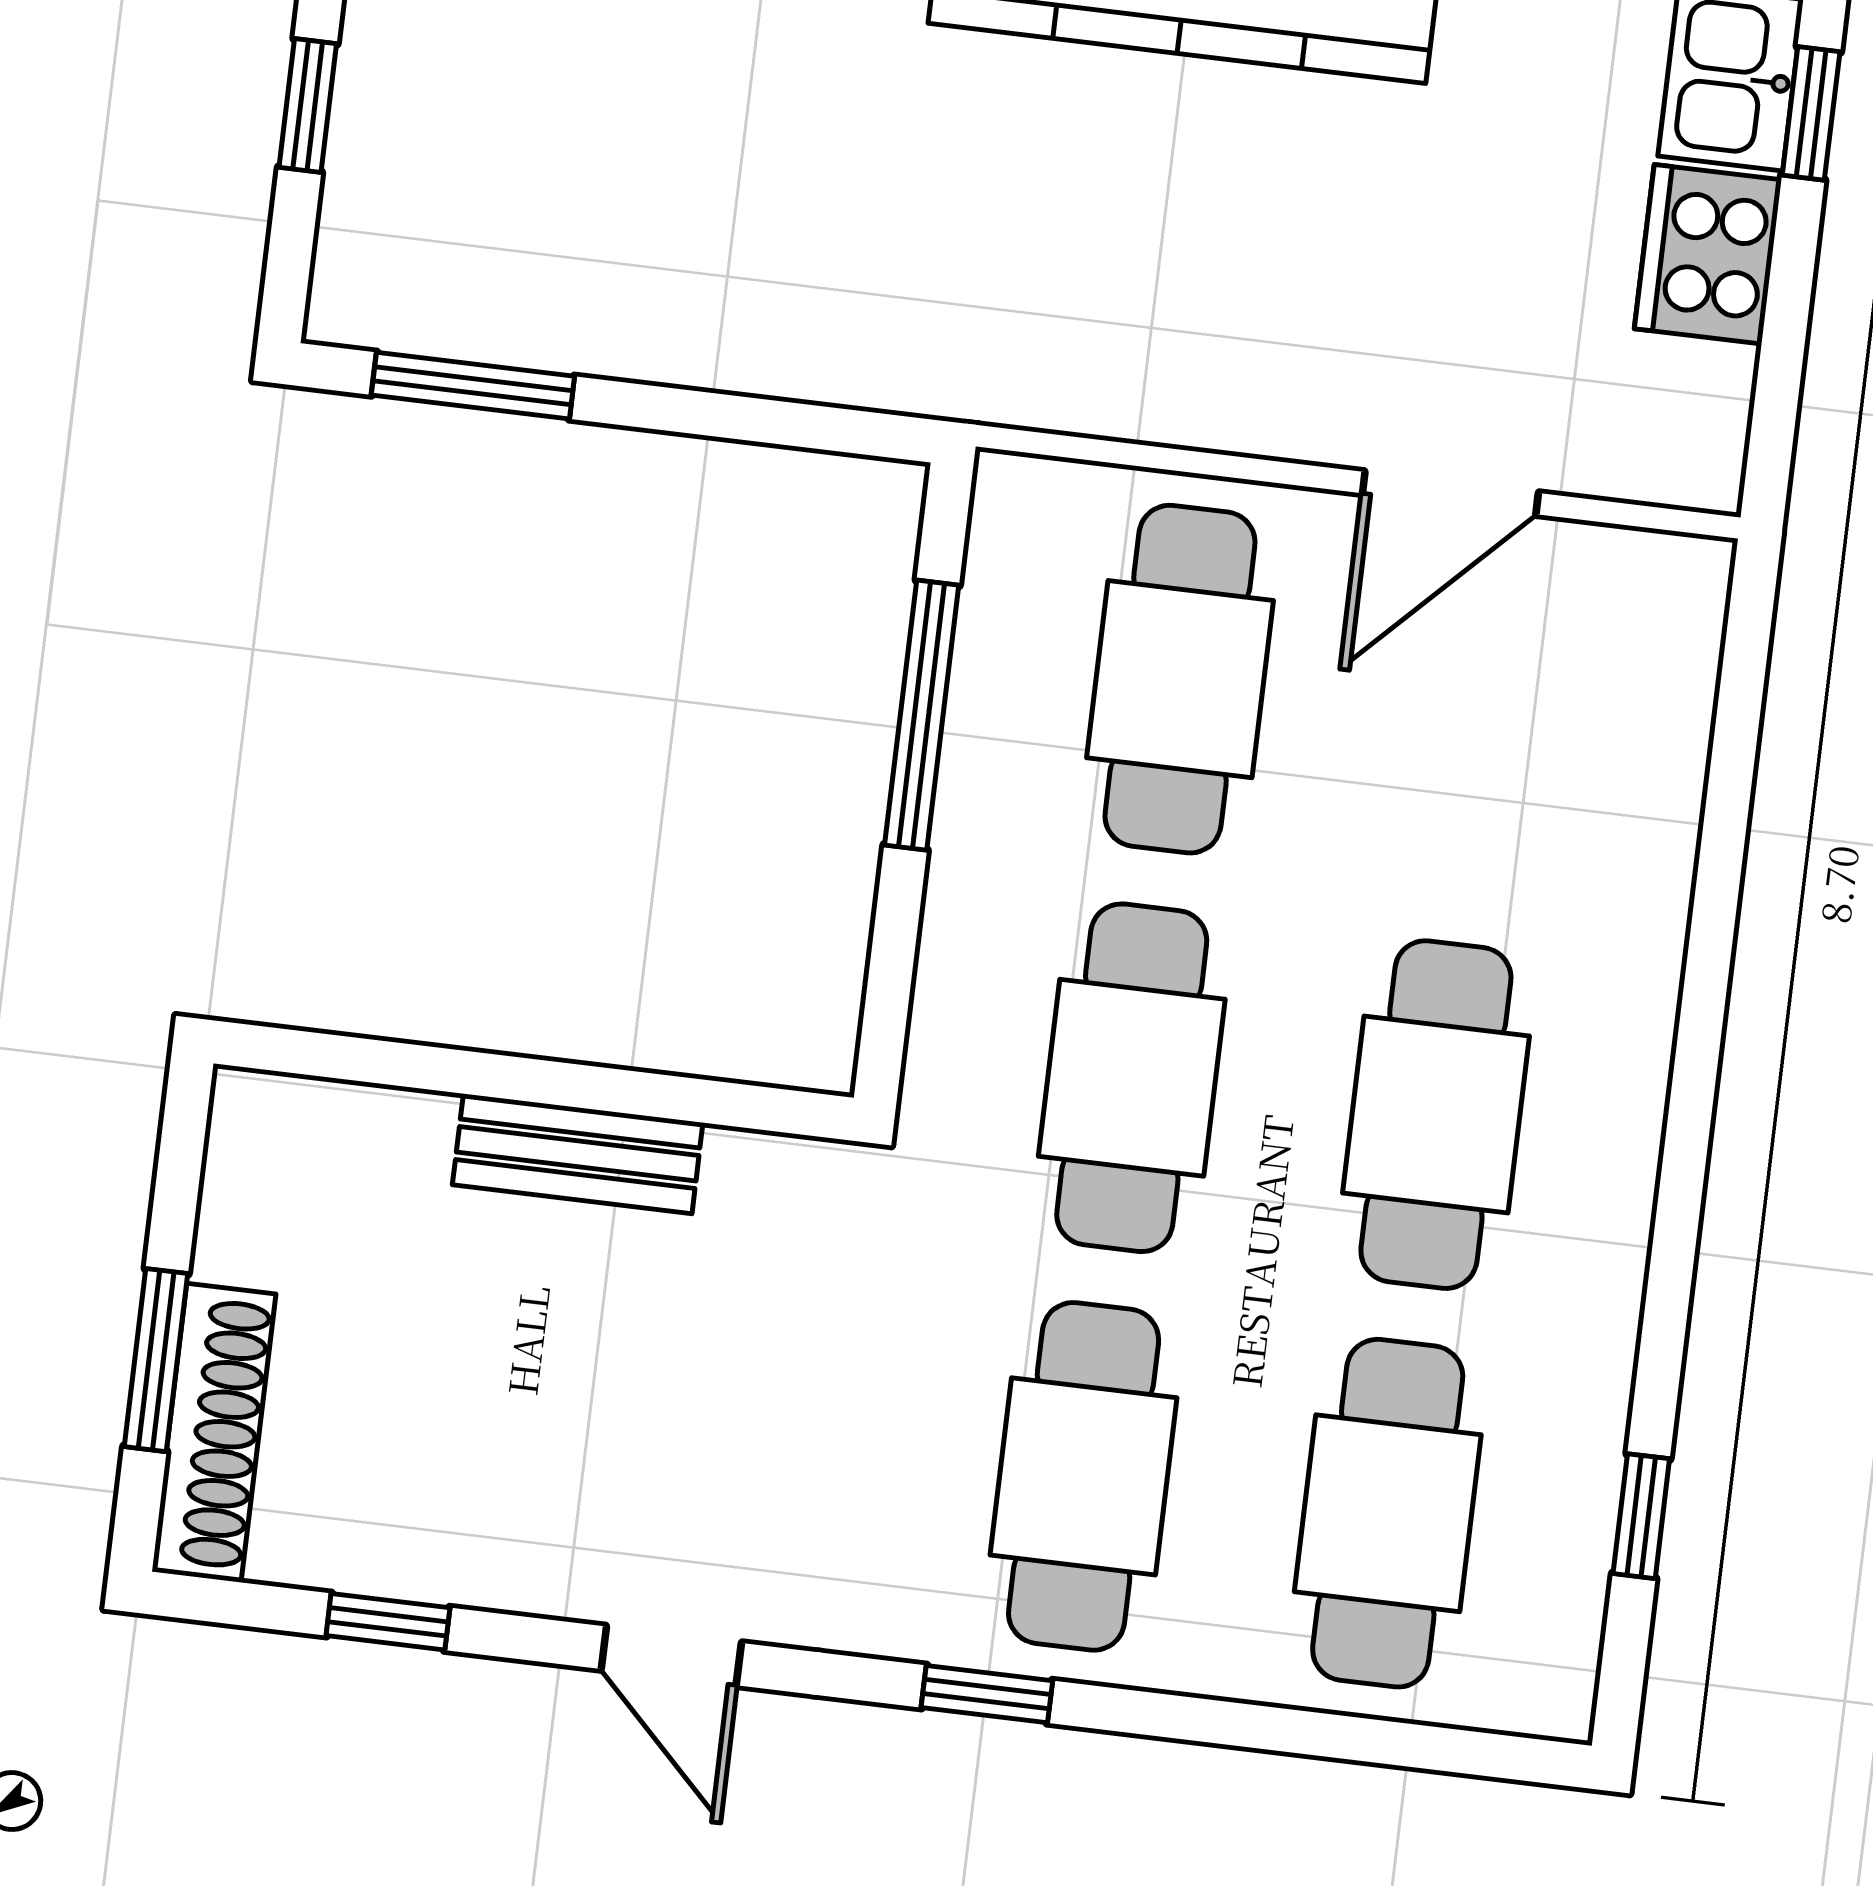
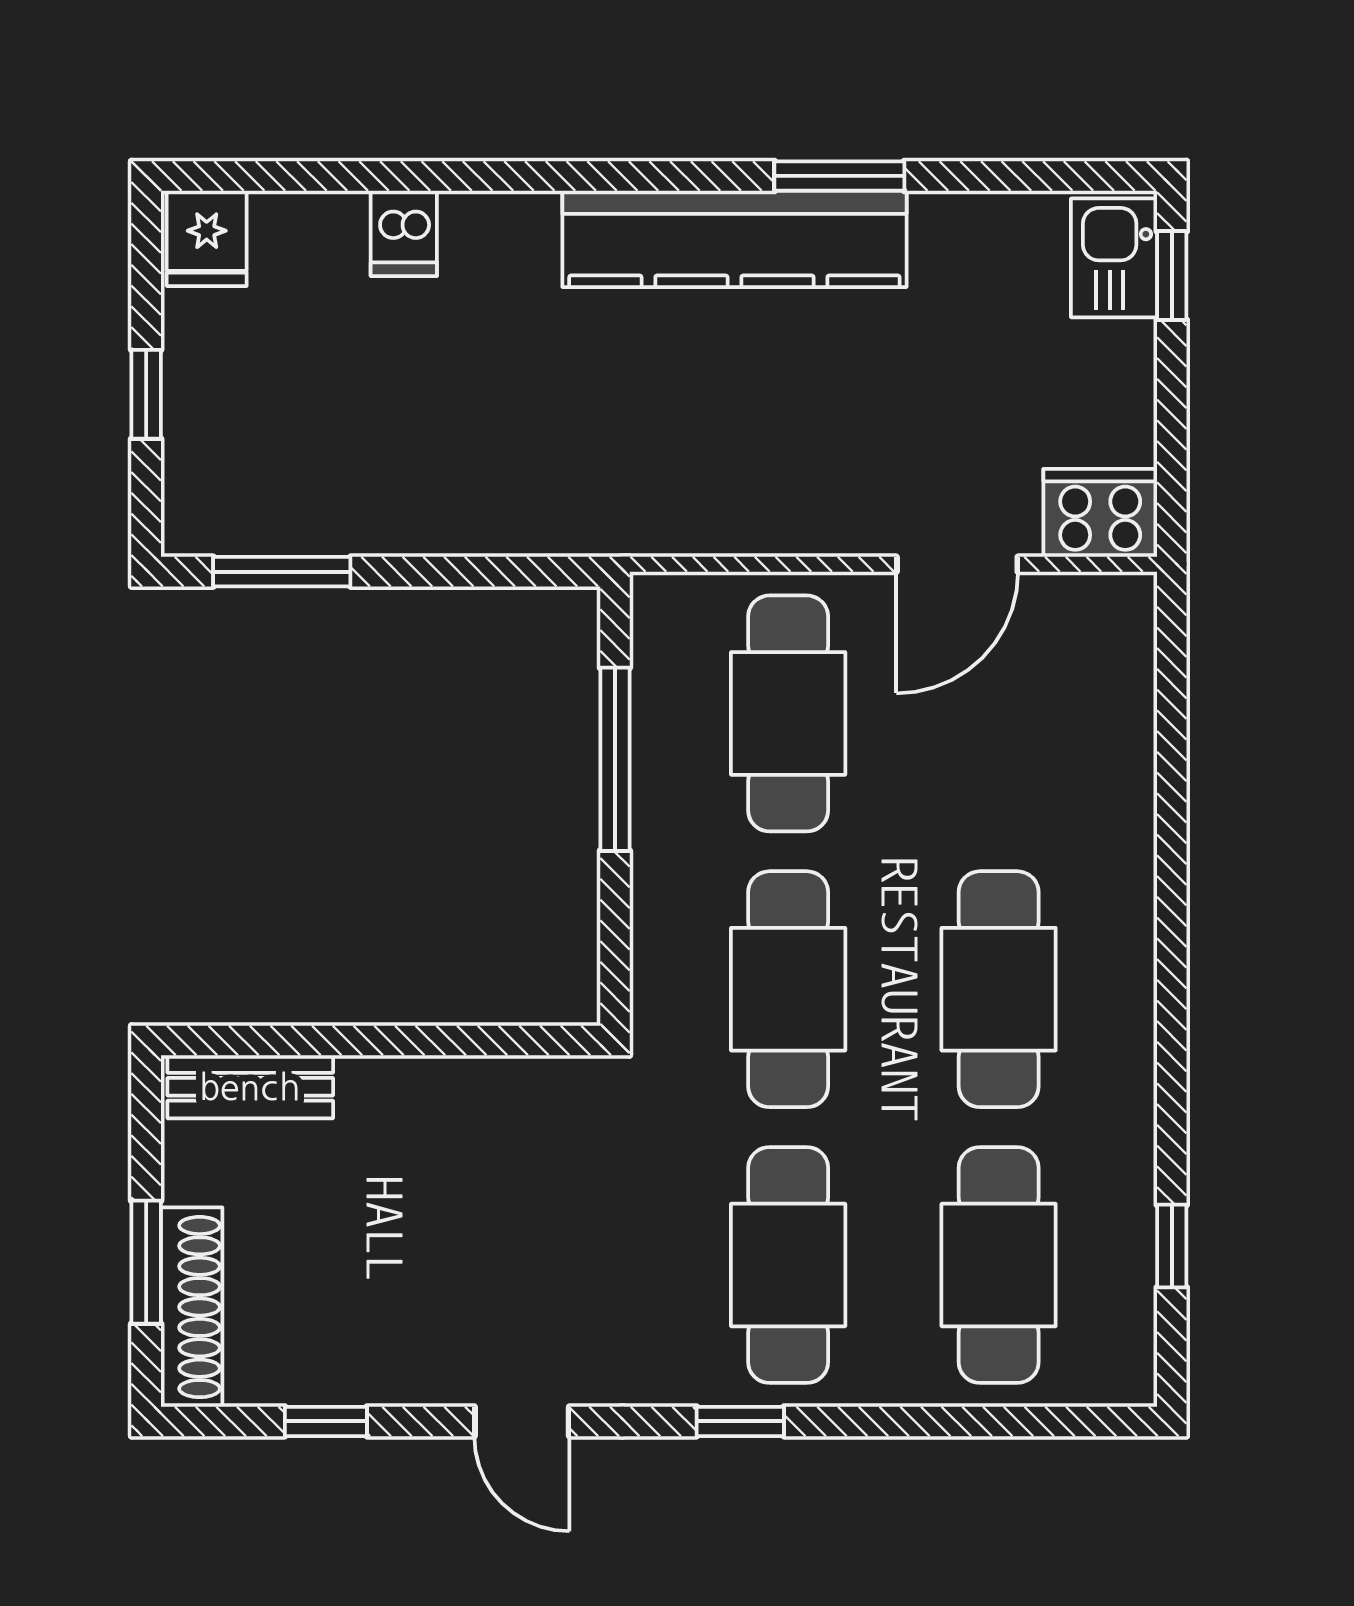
cooker: (1708, 254) -> (1100, 513), moved, turned 90
bench: (578, 1154) -> (250, 1087), moved

